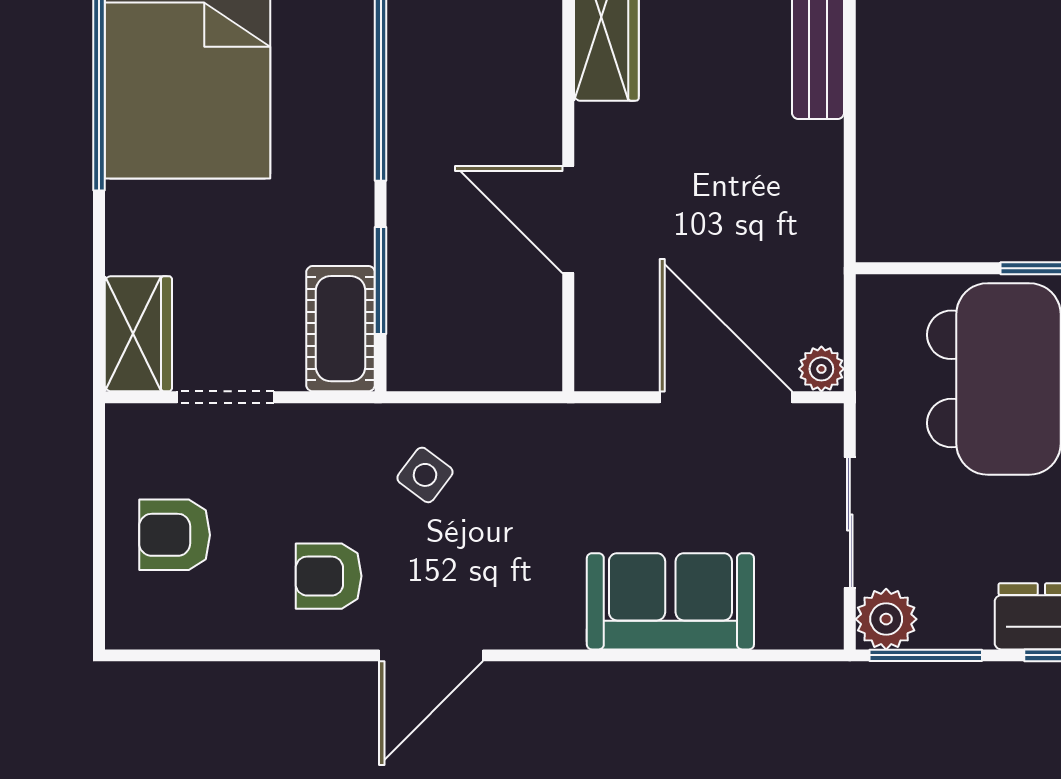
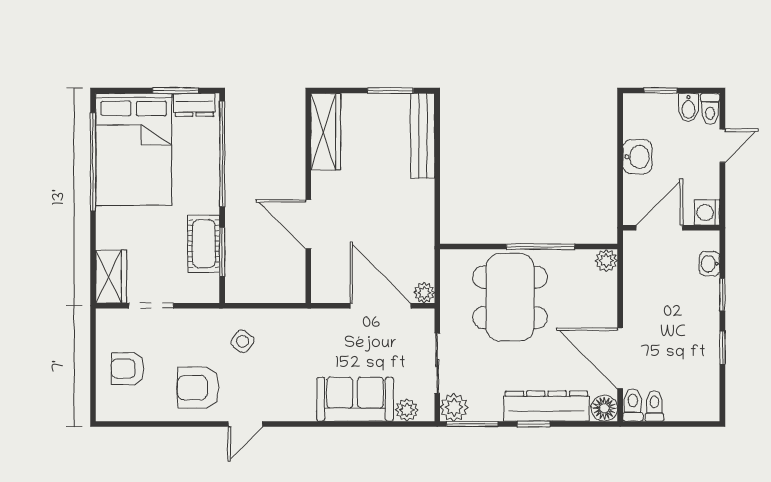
cot: (341, 329) -> (204, 244), moved
armchair: (329, 576) -> (198, 388), width x1.38, depth x1.38
plant: (783, 625) -> (407, 410), added
door: (431, 655) -> (245, 424), width x0.73

